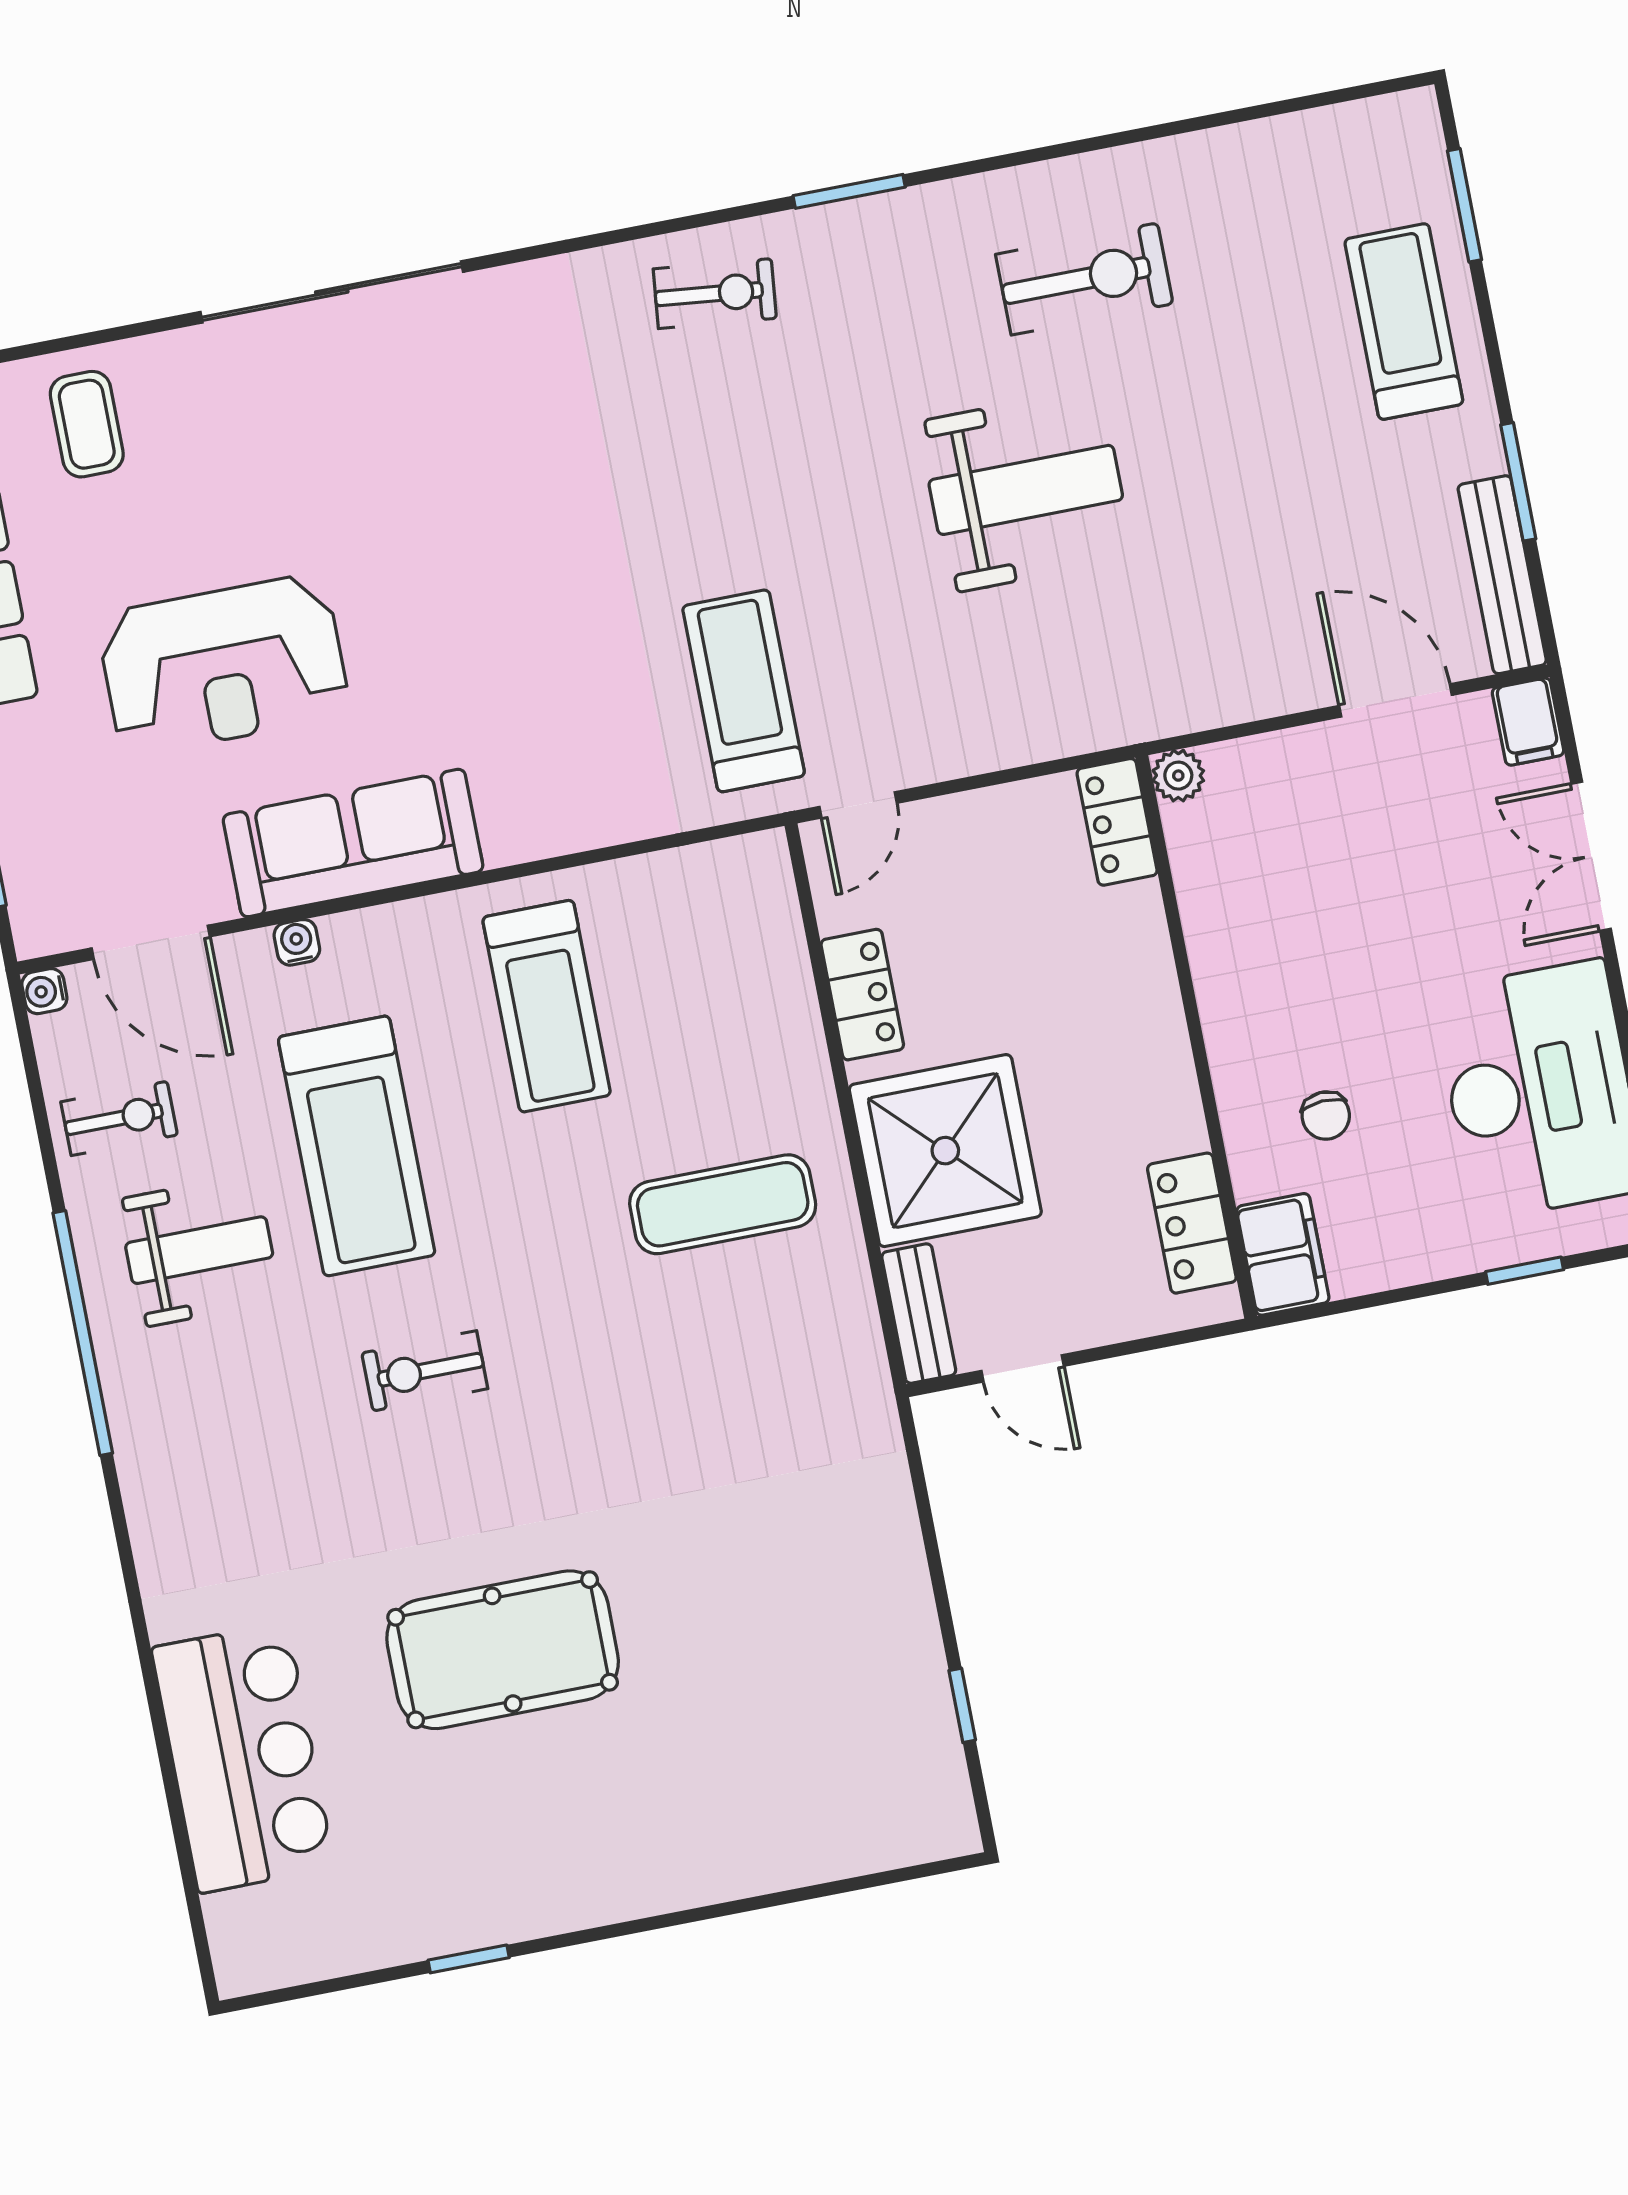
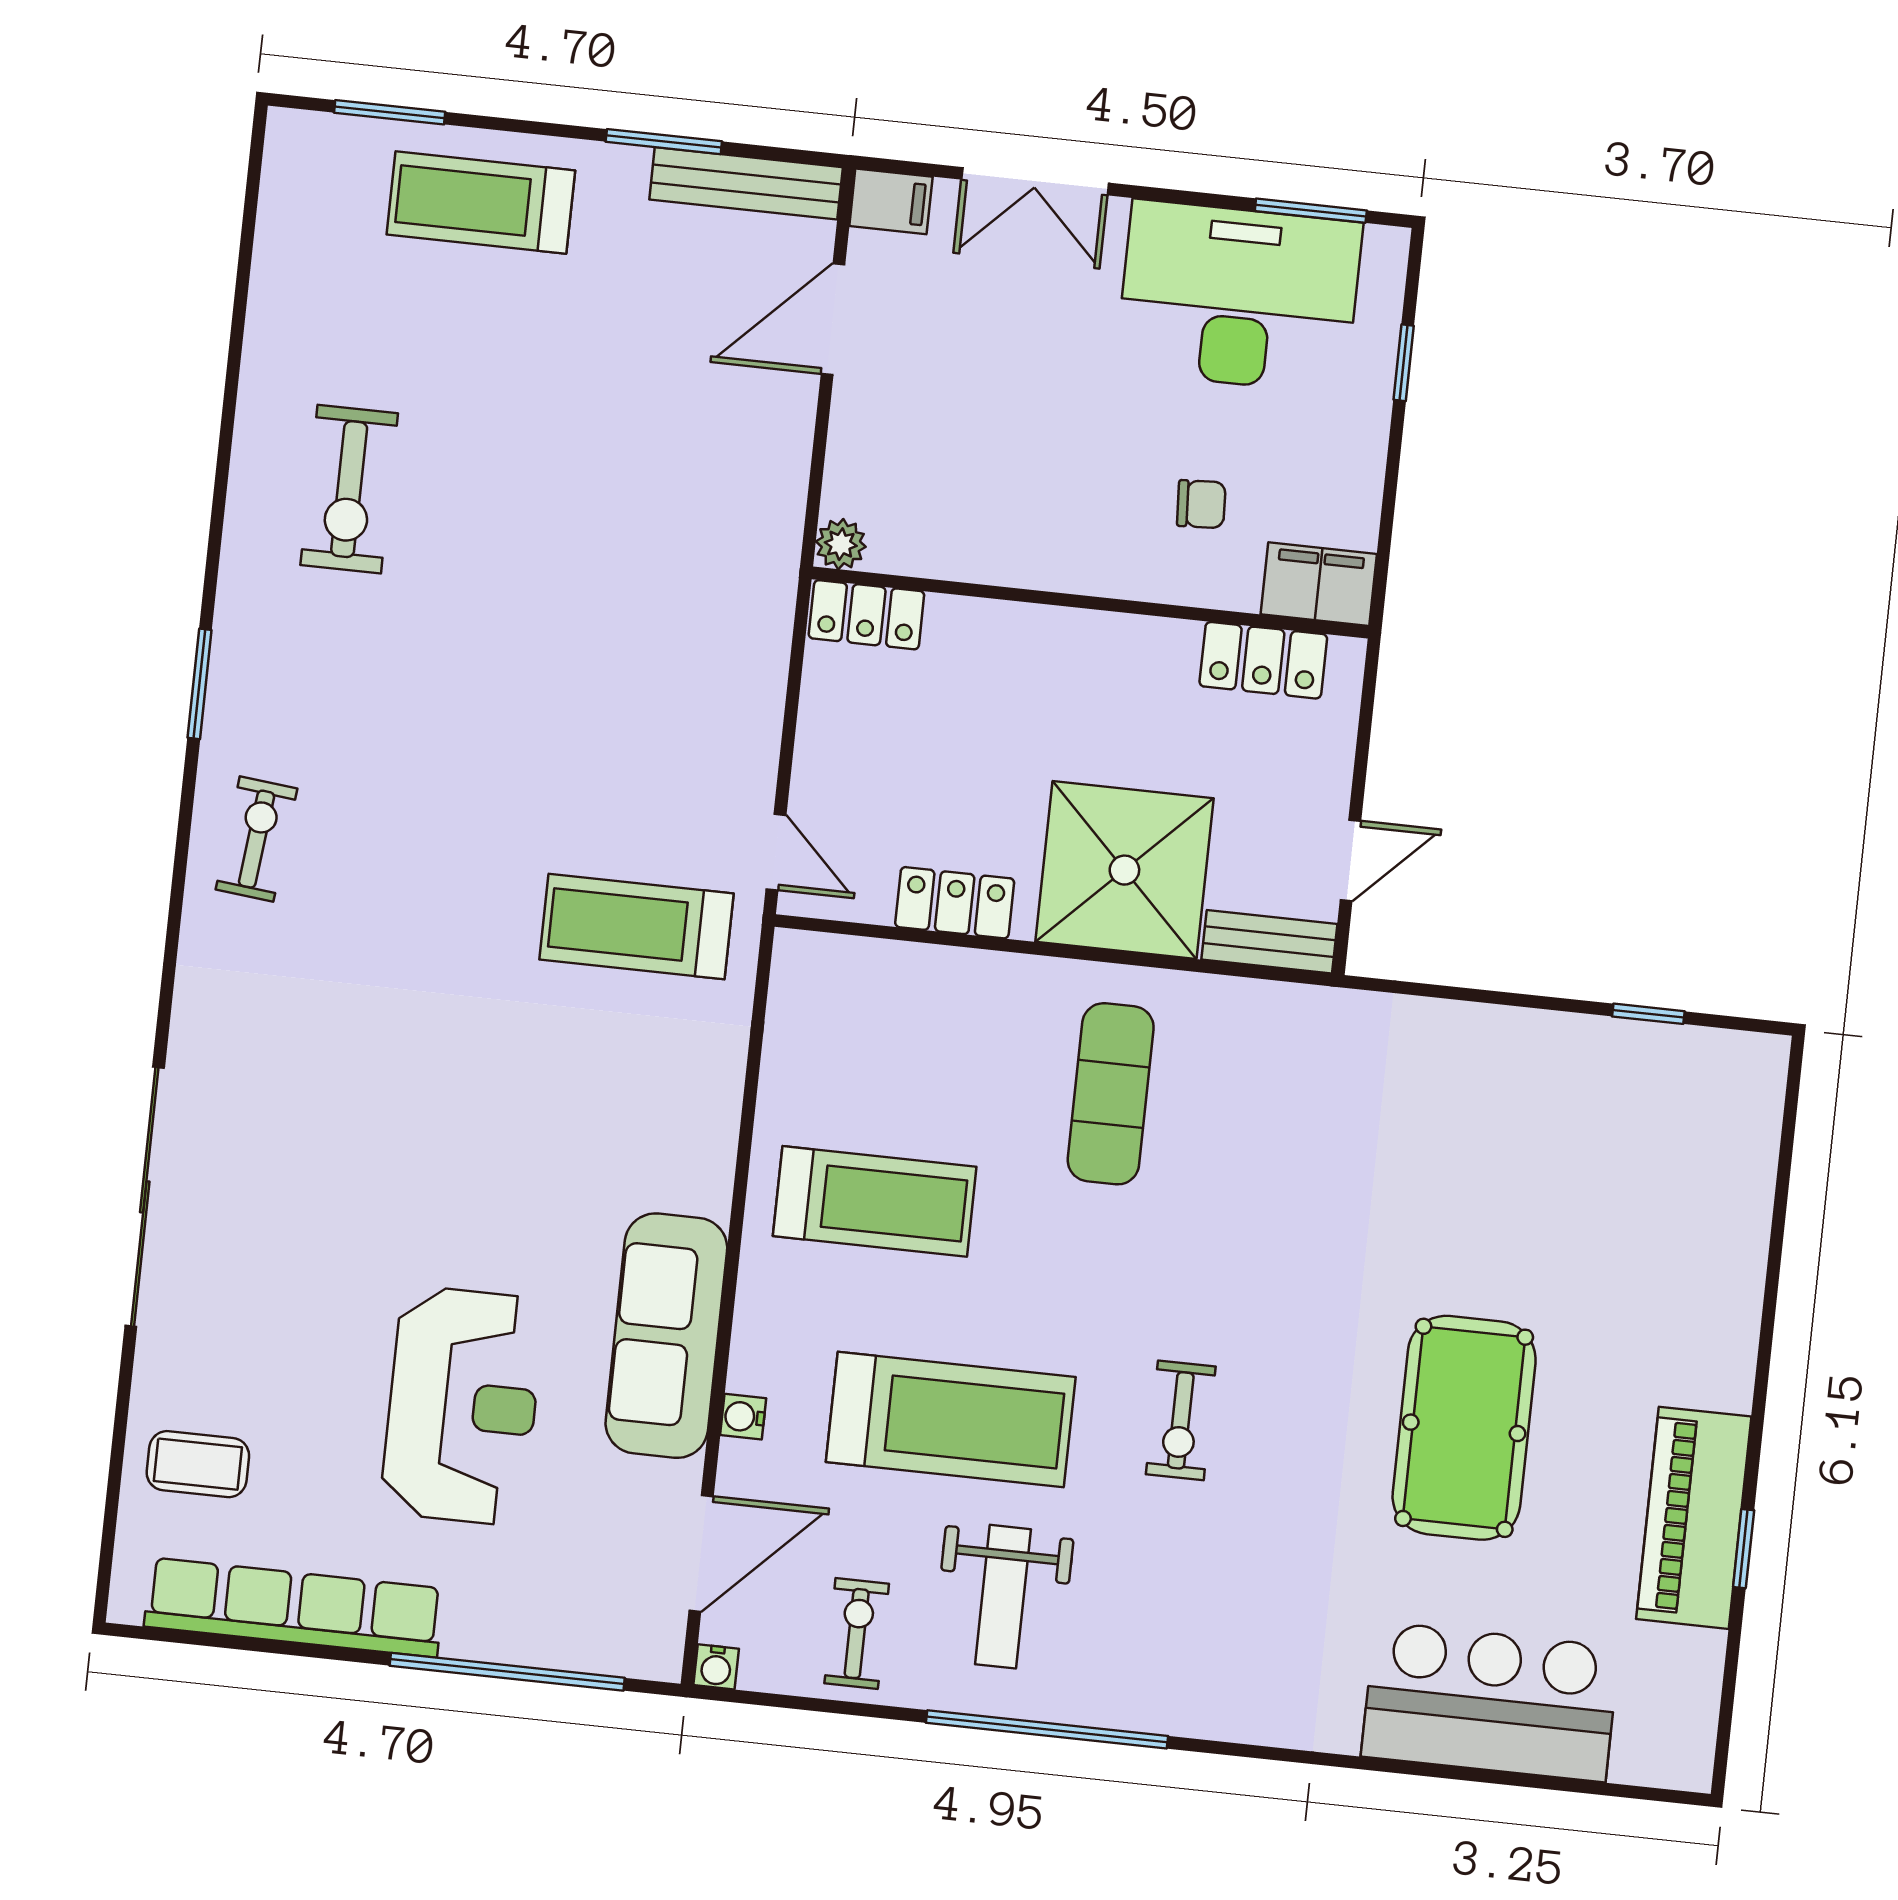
exercise bike: (1084, 279) -> (349, 489), turned 180
weight bench: (1026, 490) -> (530, 605), removed
weight bench: (199, 1250) -> (1003, 1597), turned 180
piano: (484, 1901) -> (1694, 1518), added

